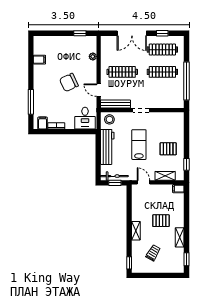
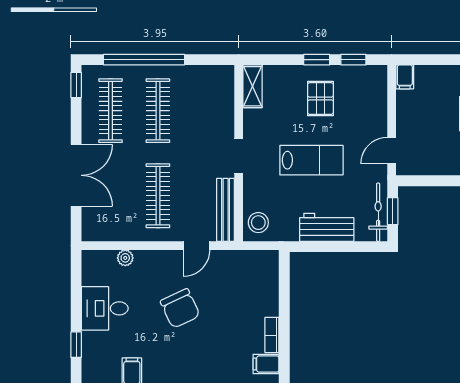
window: (80, 33) -> (76, 345), moved
window: (162, 33) -> (76, 85), moved
window: (187, 81) -> (144, 60), moved
desk: (85, 118) -> (105, 308), moved, turned 180
lab bench: (139, 145) -> (311, 160), turned 180
workbench: (107, 147) -> (327, 227), width x0.73
window: (187, 147) -> (317, 60), added
shelving: (165, 176) -> (252, 86), moved

